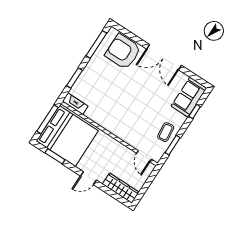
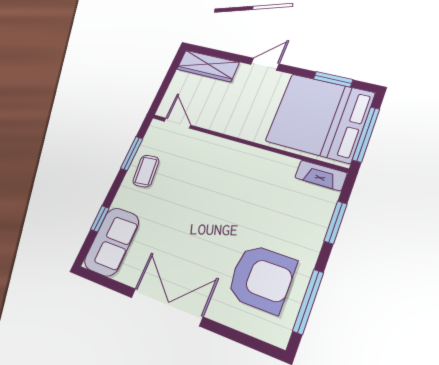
armchair: (123, 52) -> (261, 278), moved

